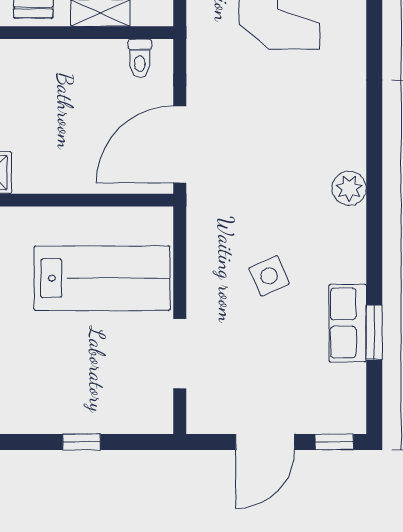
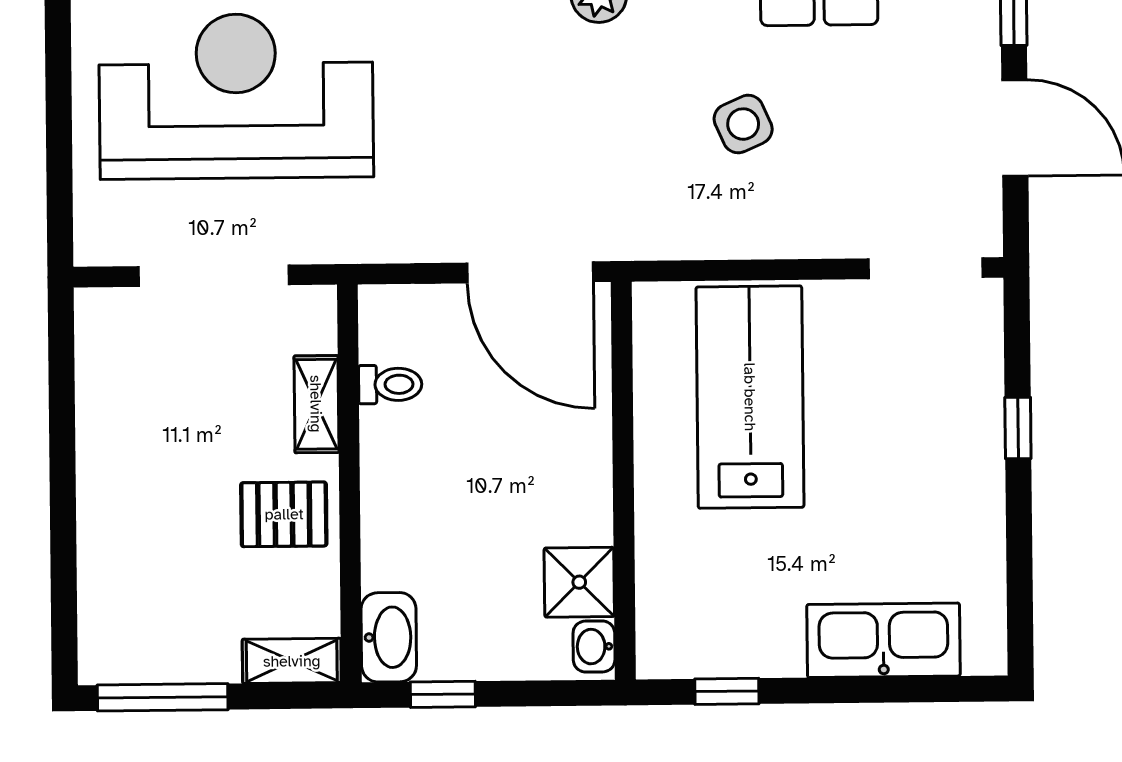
toilet: (140, 58) -> (390, 384), moved
doorway: (180, 354) -> (926, 268), moved

